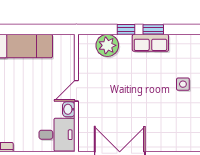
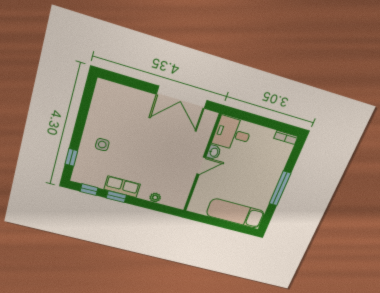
window: (126, 29) -> (89, 190), moved
plant: (107, 45) -> (155, 198), width x0.53, depth x0.53

